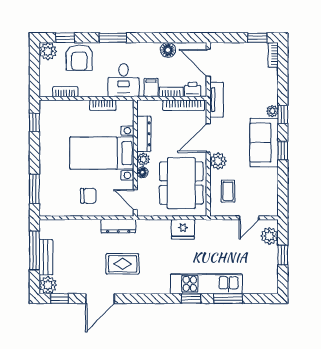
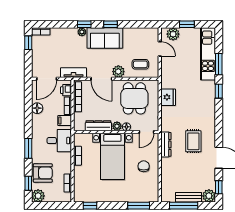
dining table: (181, 183) -> (134, 98), width x0.73
kitchen unit: (206, 284) -> (208, 54), moved

